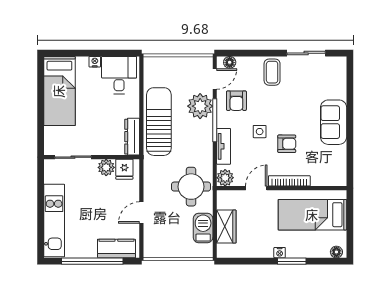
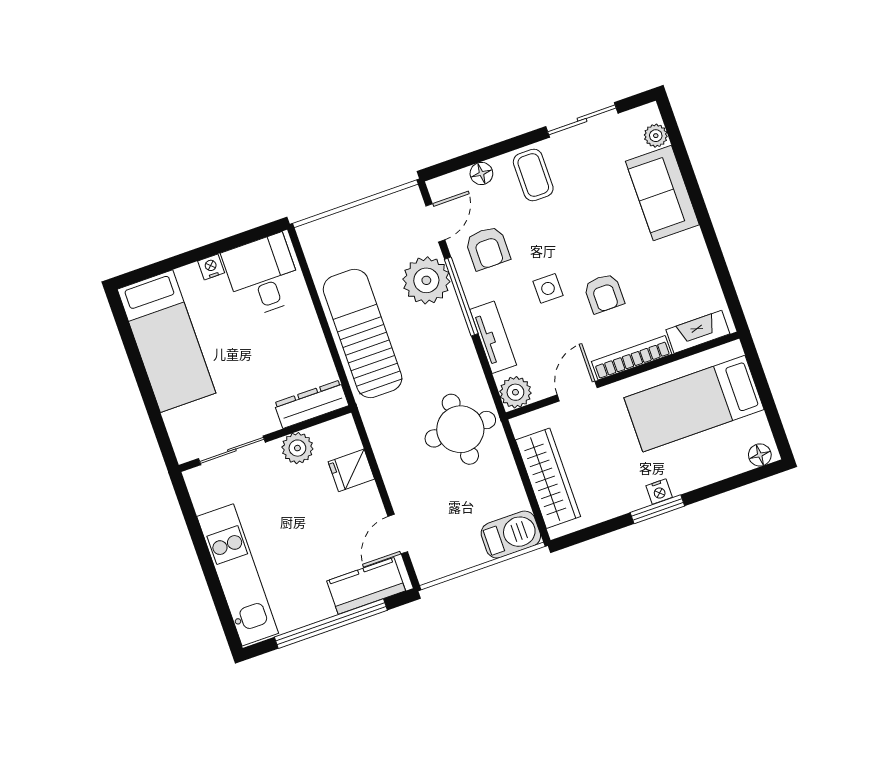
floor lamp: (230, 62) -> (481, 173), moved
plant: (340, 74) -> (656, 136), added
sofa: (334, 122) -> (662, 193), moved
dresser: (132, 137) -> (311, 404), moved, turned 90
armchair: (287, 144) -> (604, 293), turned 90
fridge: (124, 169) -> (351, 470), moved, turned 90
fireplace: (327, 179) -> (698, 332), added
door: (141, 212) -> (398, 534), moved
wardrobe: (226, 227) -> (548, 478), width x1.50
barbecue: (203, 228) -> (511, 535), moved, turned 90
window: (292, 261) -> (657, 509), moved

